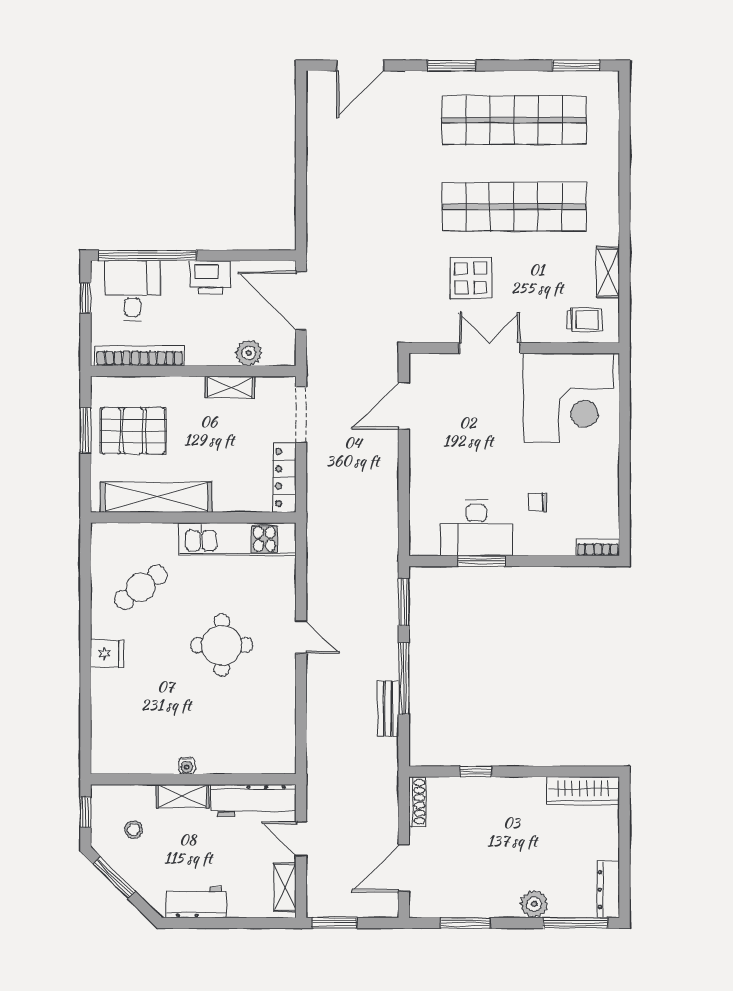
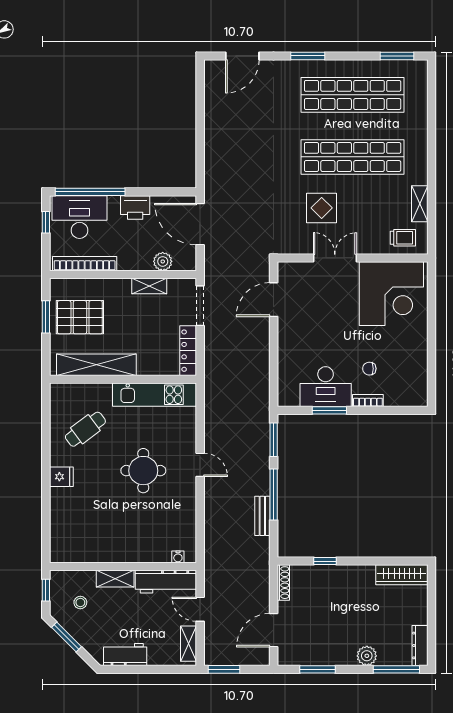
desk: (132, 291) -> (80, 217), width x1.37
bookcase: (598, 547) -> (368, 401), moved
water cooler: (187, 766) -> (178, 557), moved

